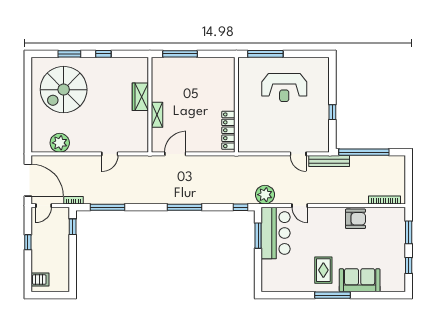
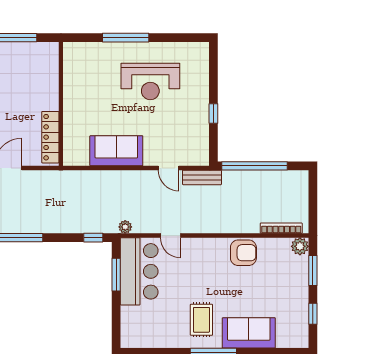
wall: (236, 105) -> (61, 104), moved
locker: (228, 130) -> (50, 137), moved
sofa: (258, 141) -> (116, 151), added
bench: (329, 161) -> (202, 177), width x0.73
plant: (265, 195) -> (125, 227), width x0.53, depth x0.53
plant: (399, 214) -> (300, 246), added

